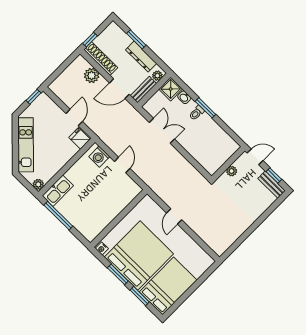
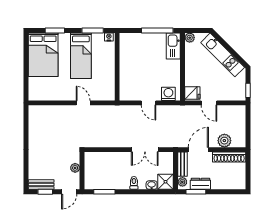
window: (136, 39) -> (196, 192), moved
window: (90, 40) -> (248, 162), removed
dresser: (141, 57) -> (200, 184), width x0.70
window: (205, 108) -> (104, 192), moved
bed: (139, 256) -> (81, 56), width x0.49
window: (118, 274) -> (93, 30), moved

